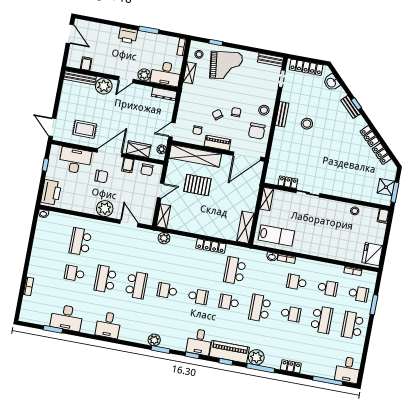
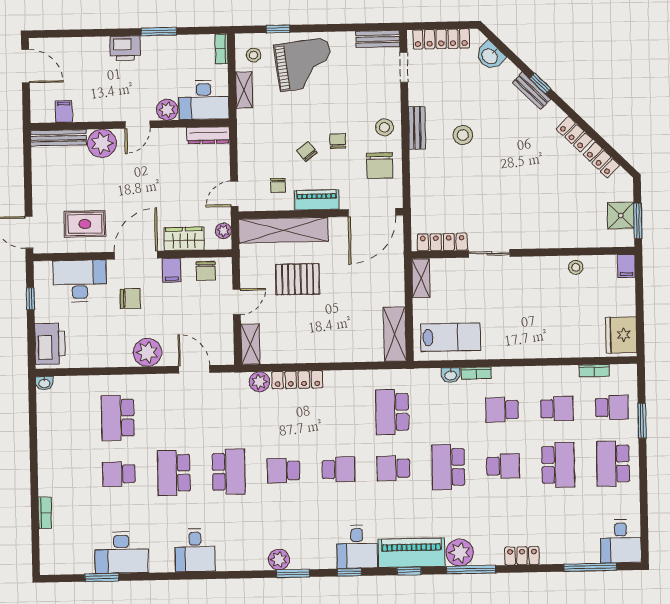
locker: (288, 182) -> (442, 242), width x1.53
locker: (211, 246) -> (297, 380), moved

